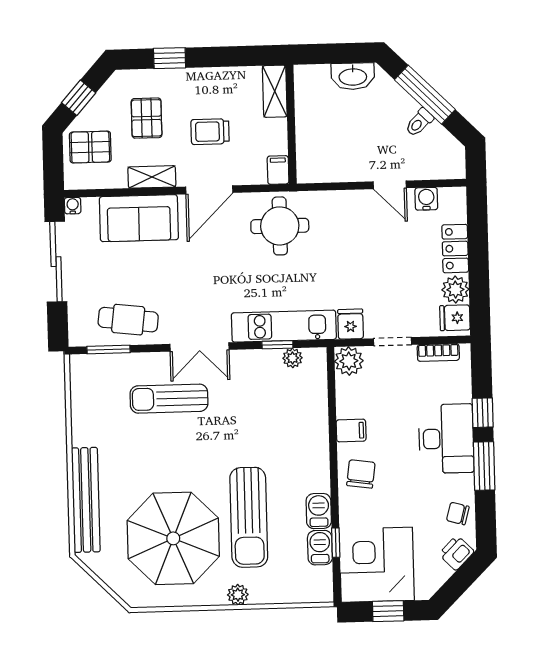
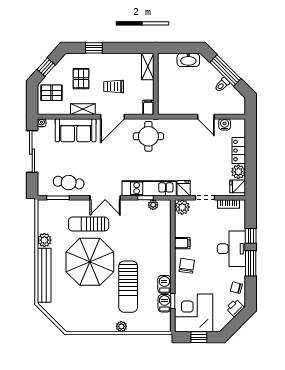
plant: (84, 432) -> (44, 240), added
parasol: (173, 538) -> (90, 262), moved

